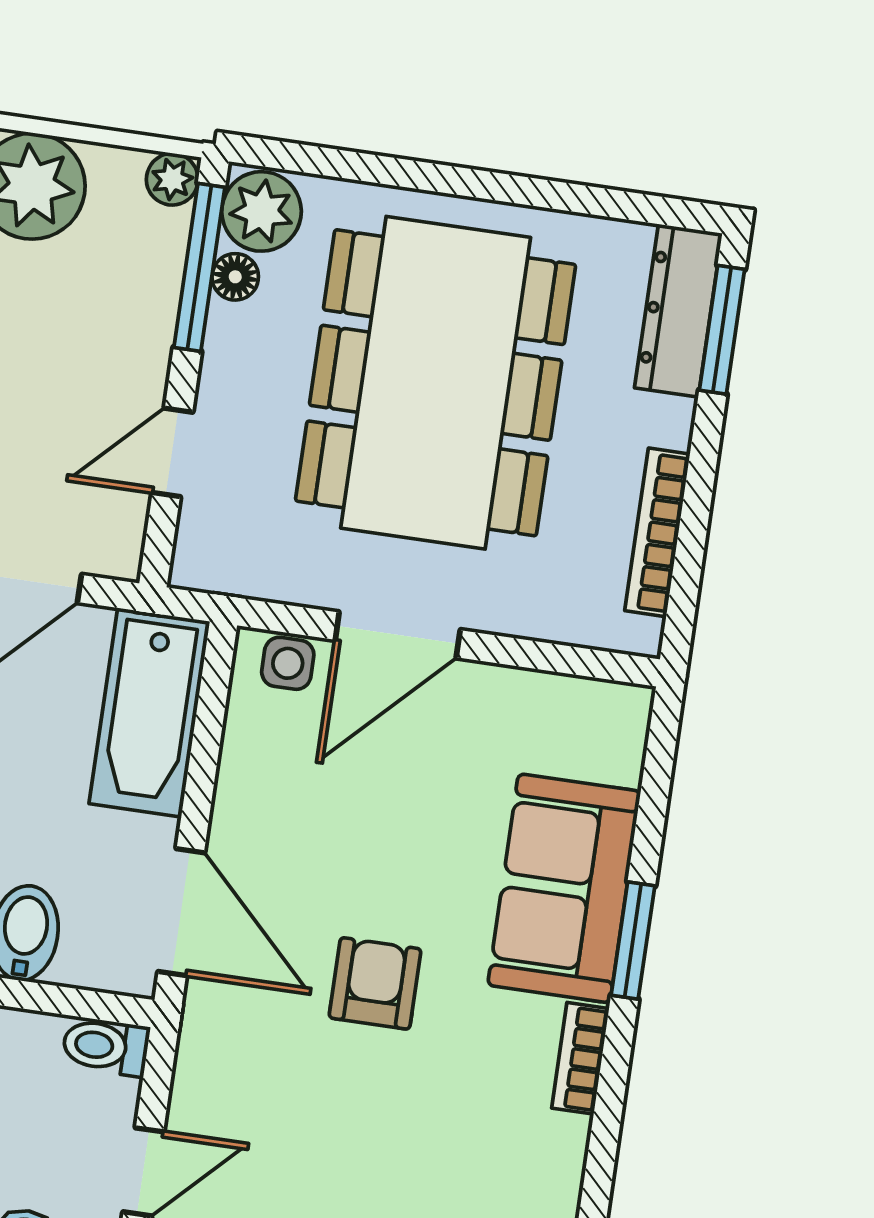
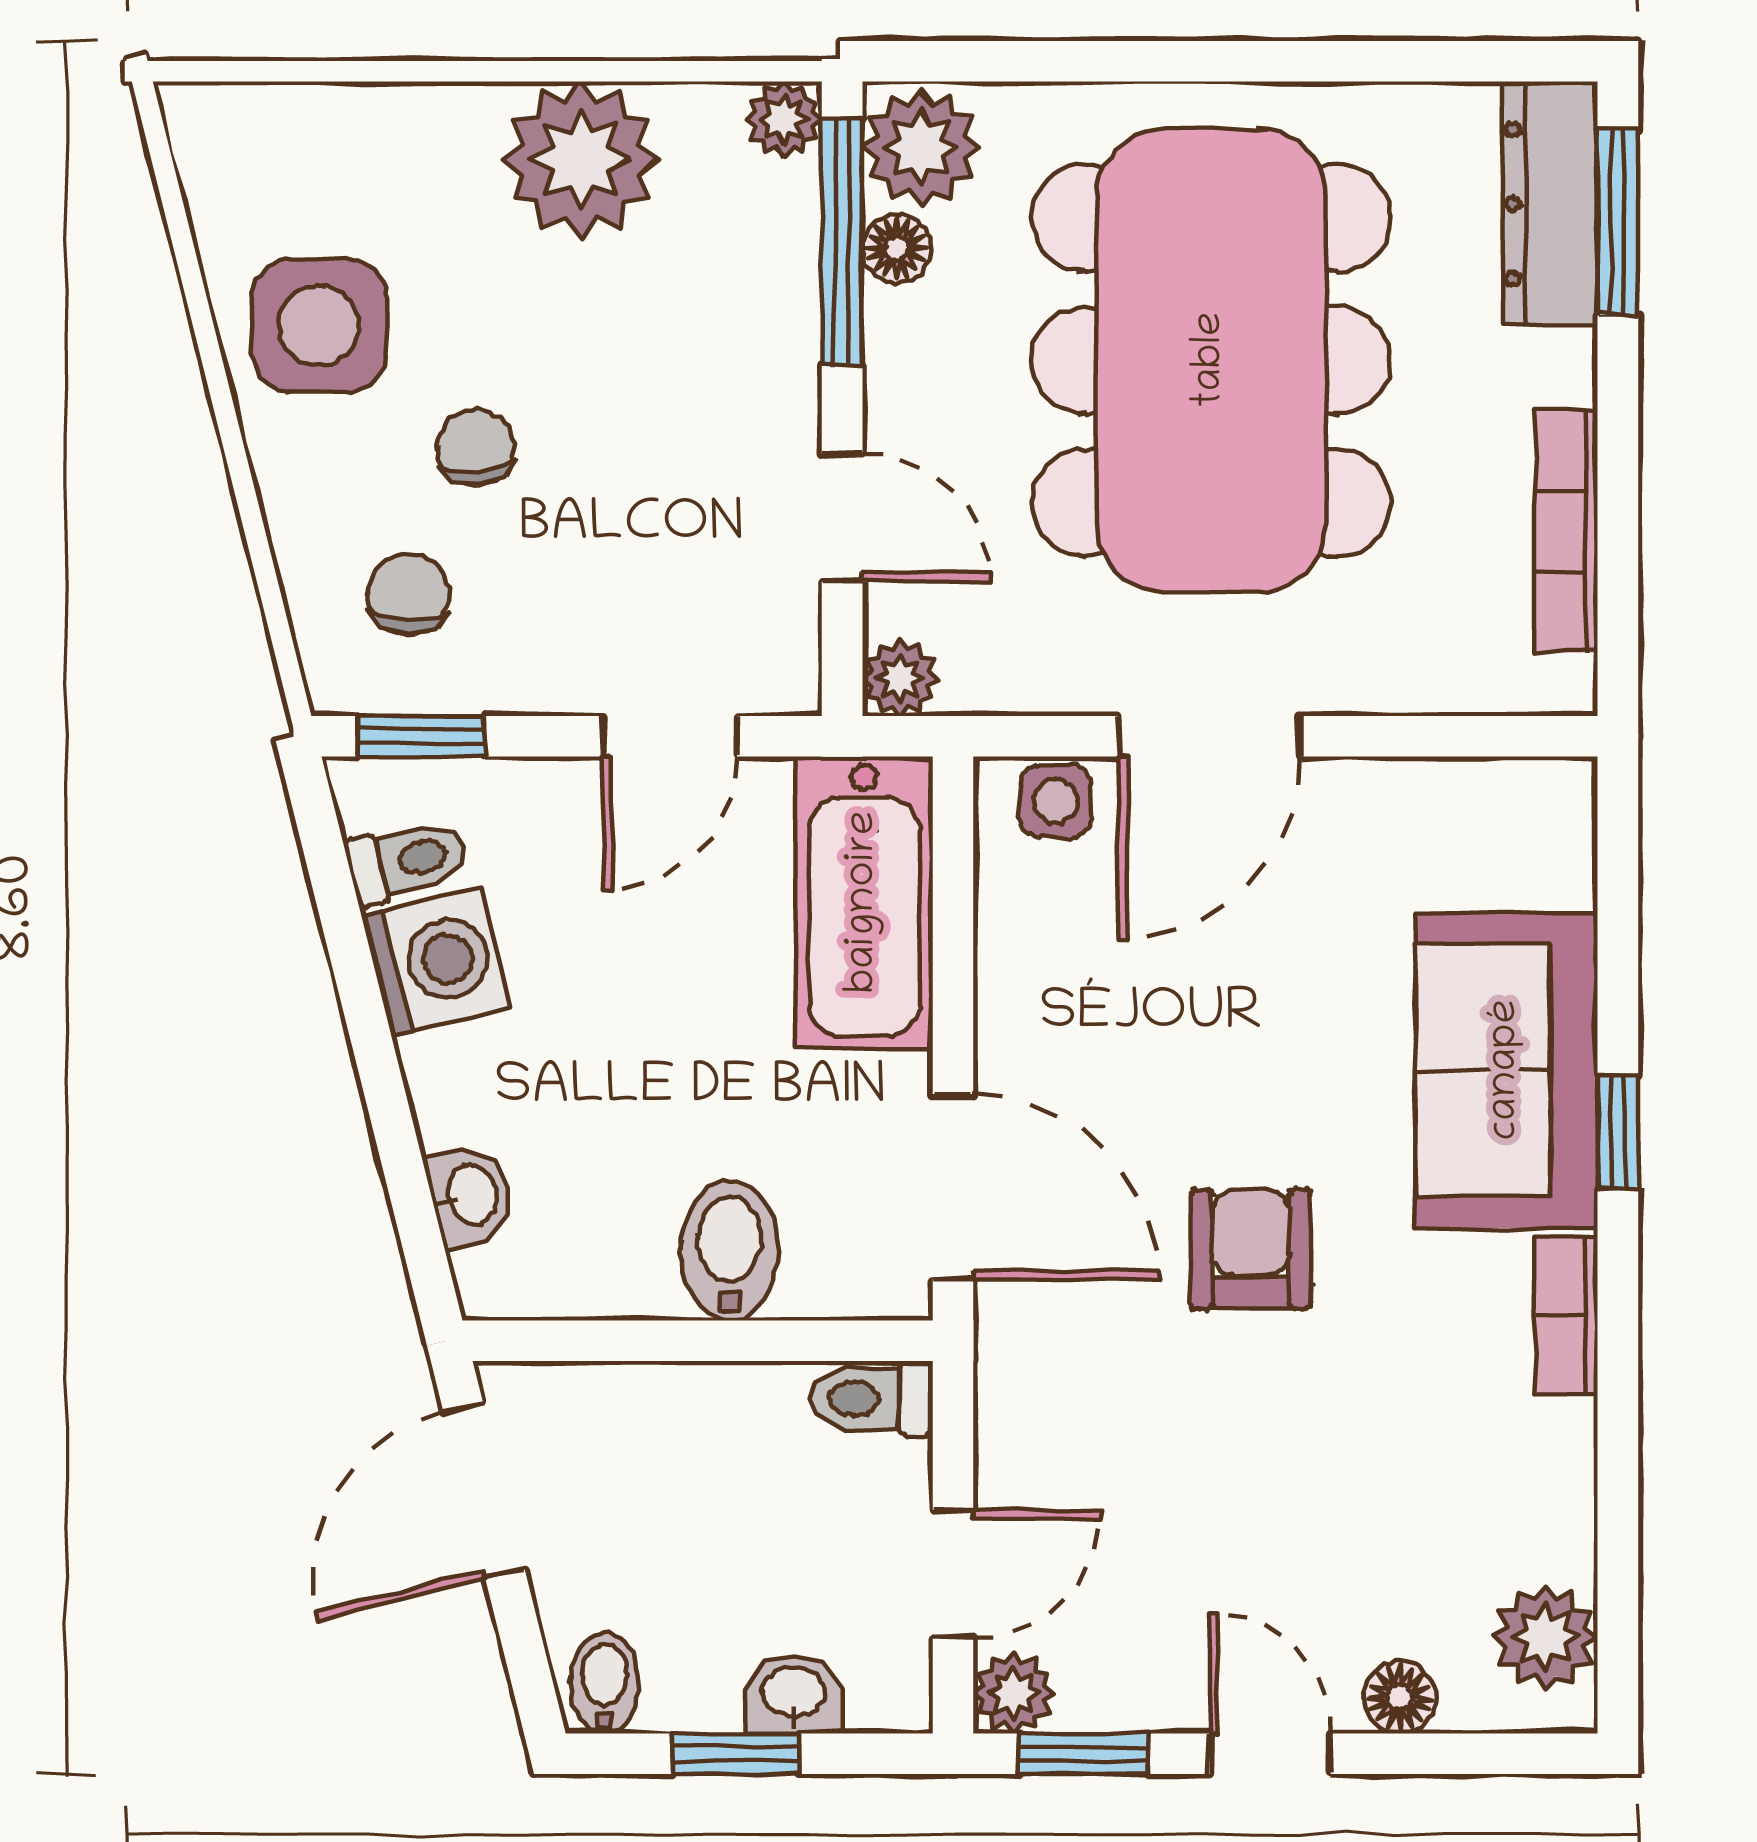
door: (172, 452) -> (842, 518), swing flipped
plant: (195, 566) -> (900, 678), added
window: (633, 940) -> (1618, 1132), width x0.67

